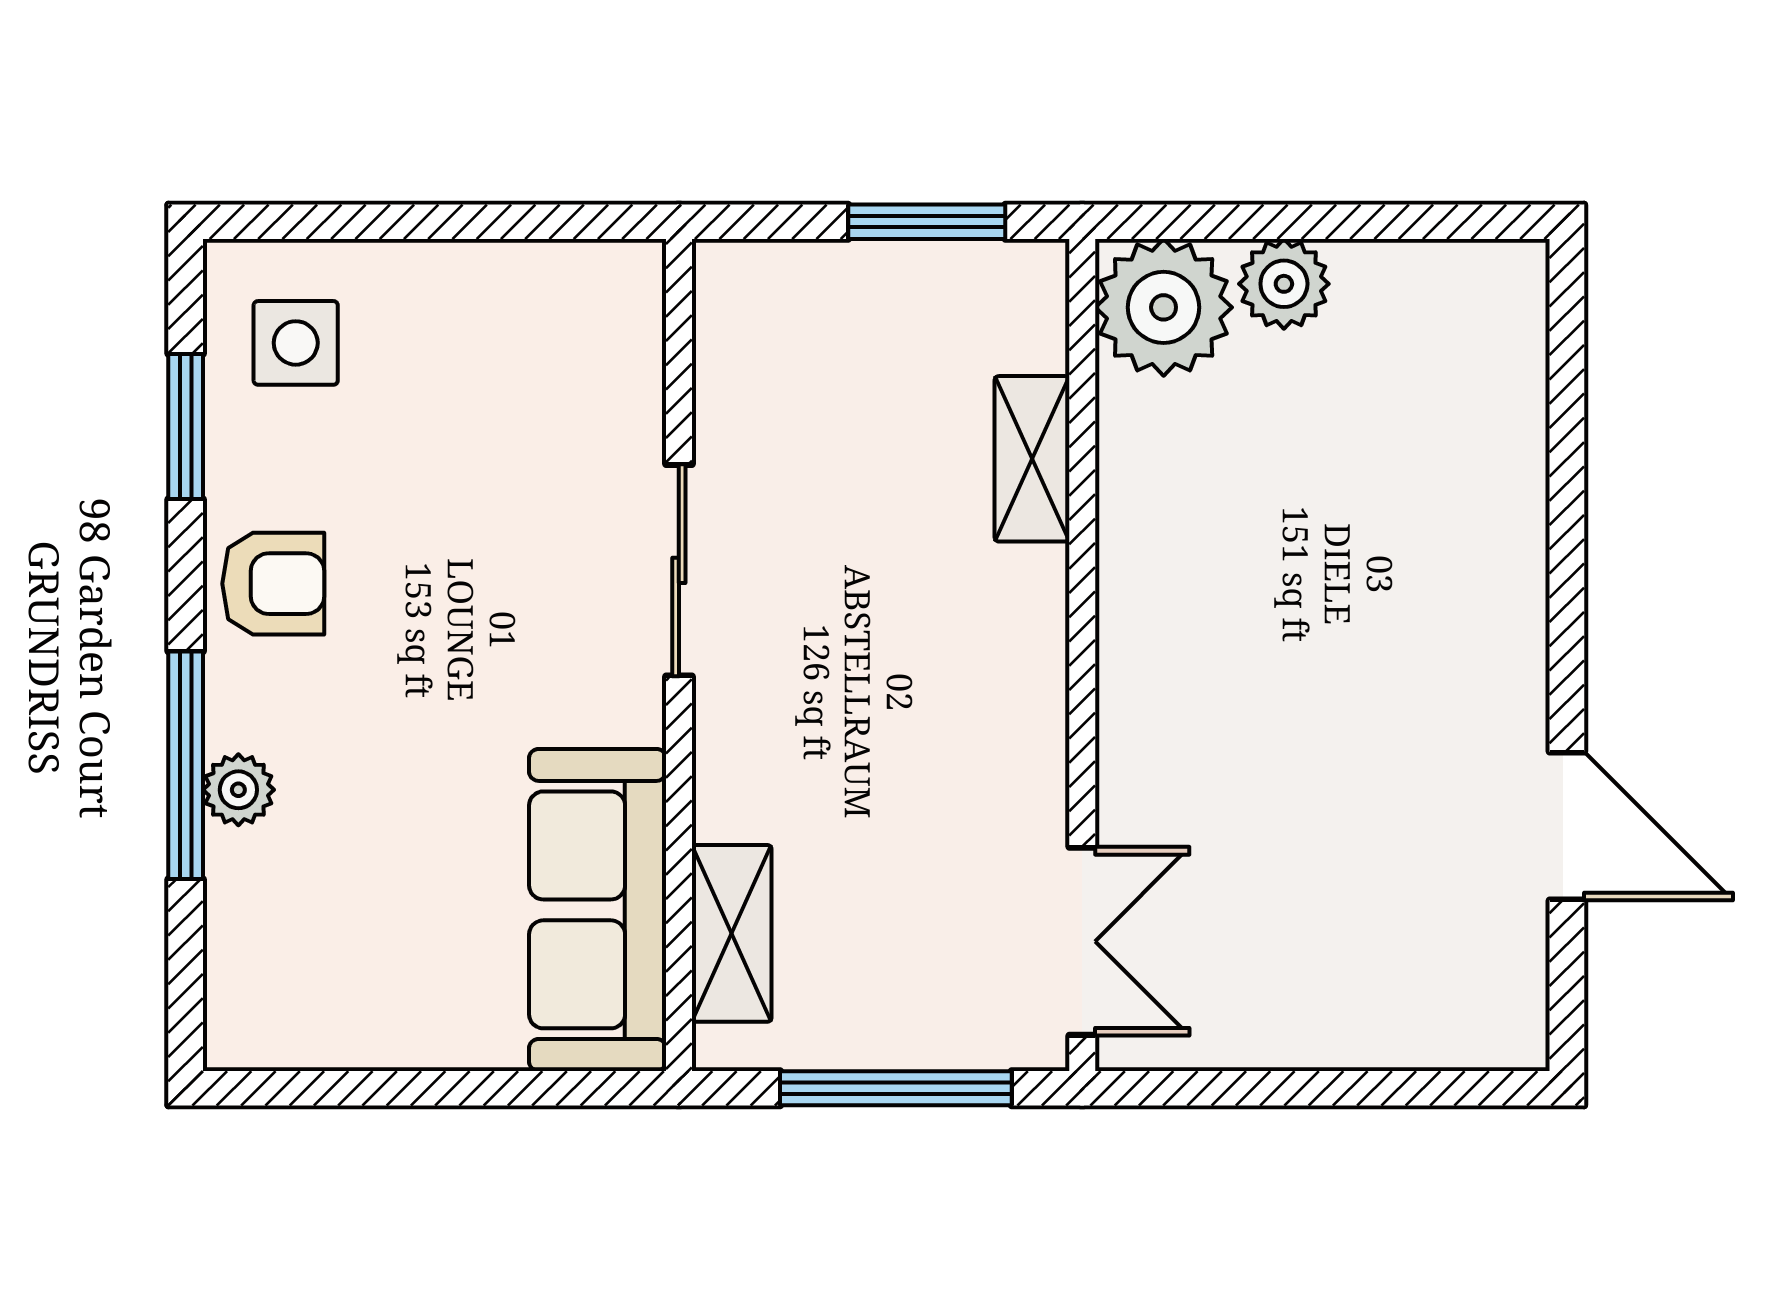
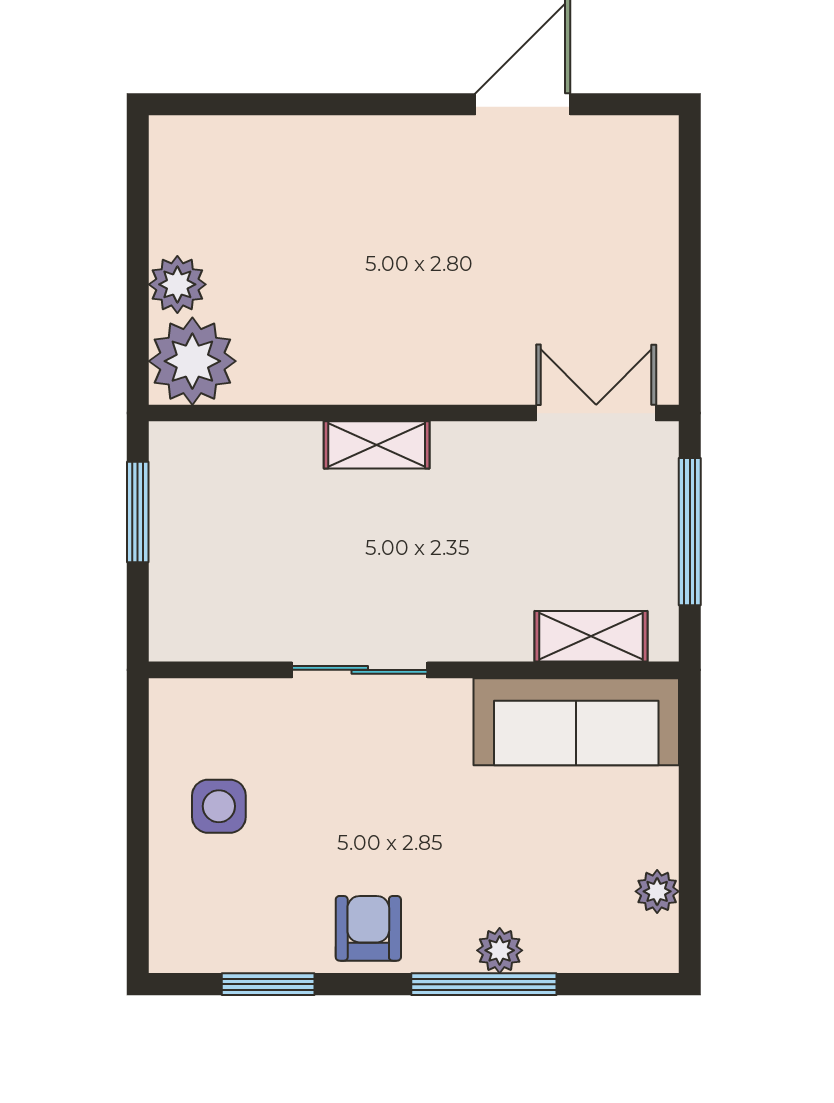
side table: (296, 343) -> (219, 806), moved
shelving: (1032, 459) -> (377, 445), moved
plant: (331, 1037) -> (657, 891), added

